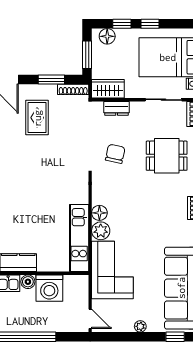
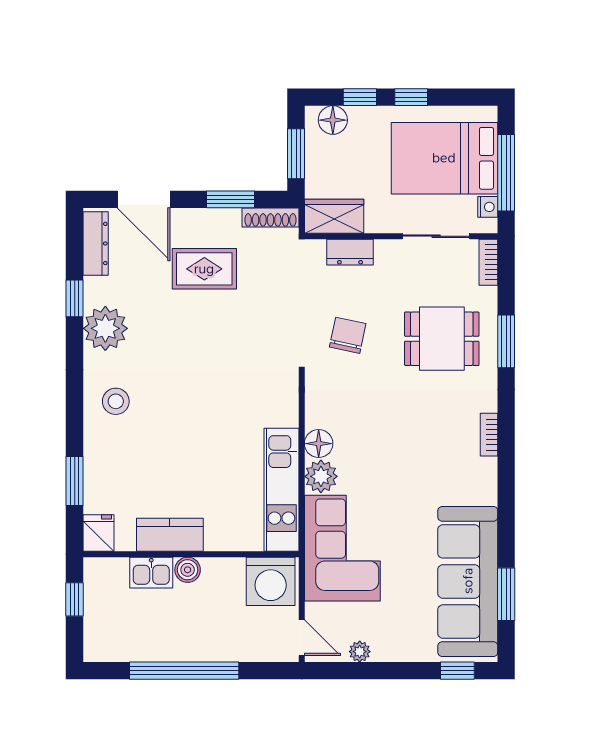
rug: (37, 118) -> (204, 269), turned 90
washing machine: (49, 288) -> (271, 581), moved
plant: (140, 326) -> (360, 652), moved

